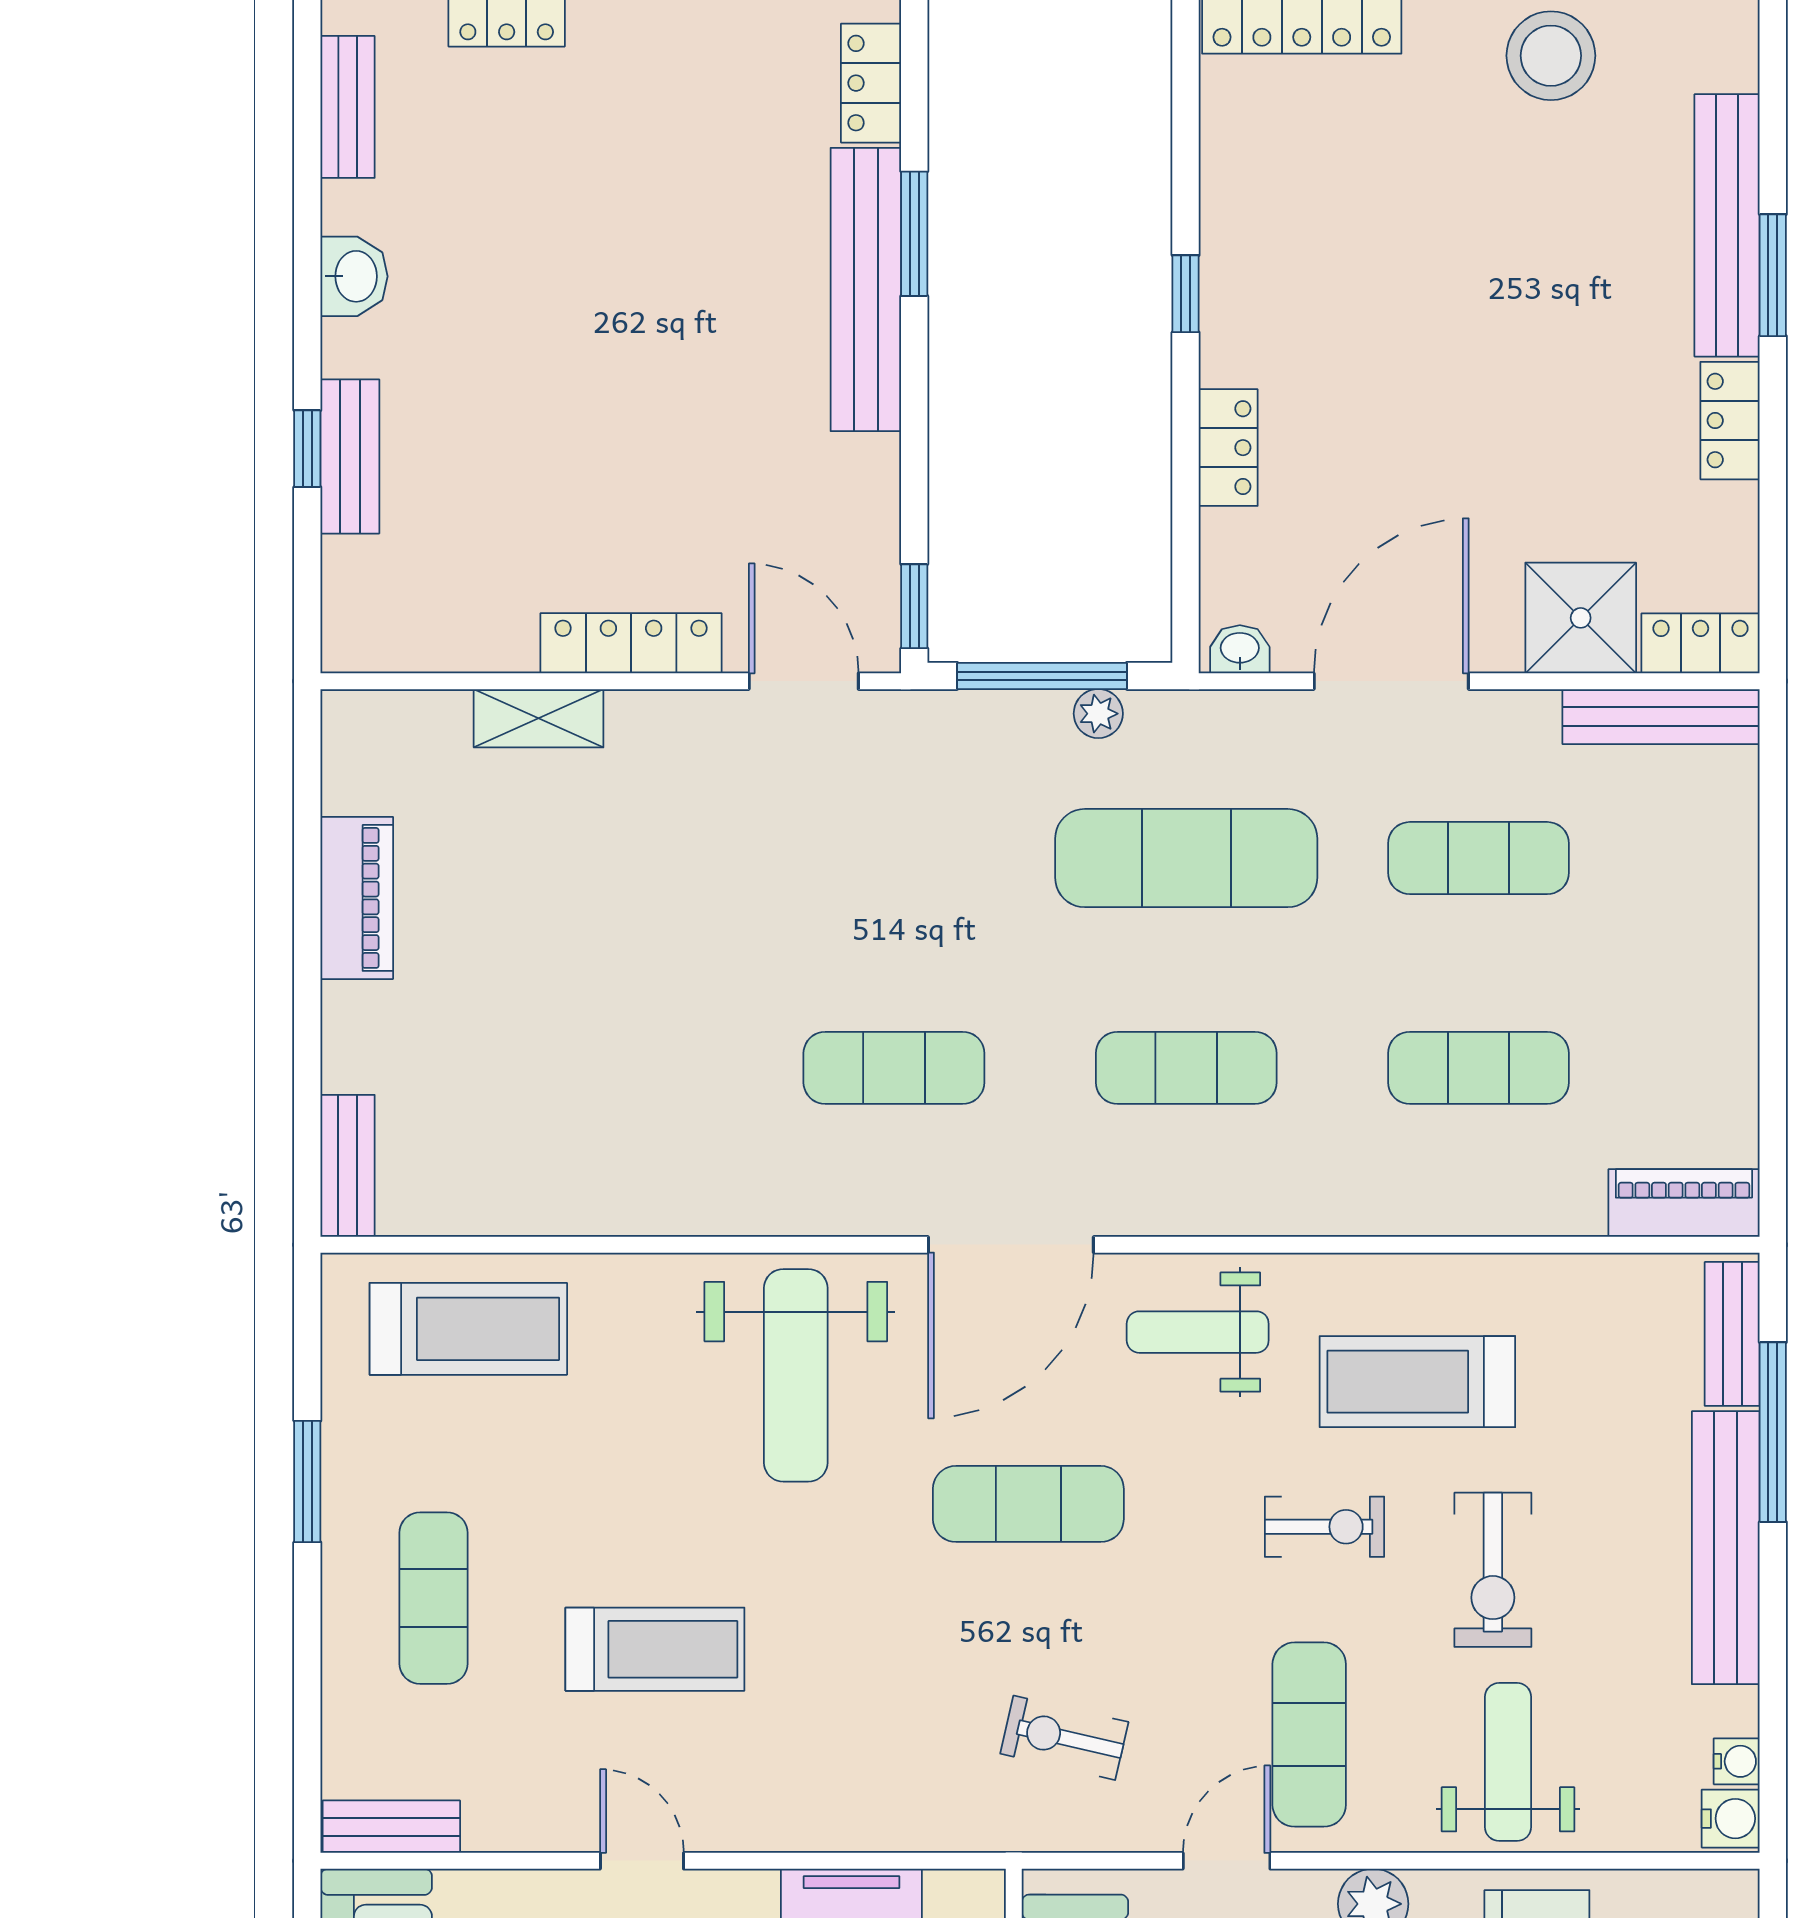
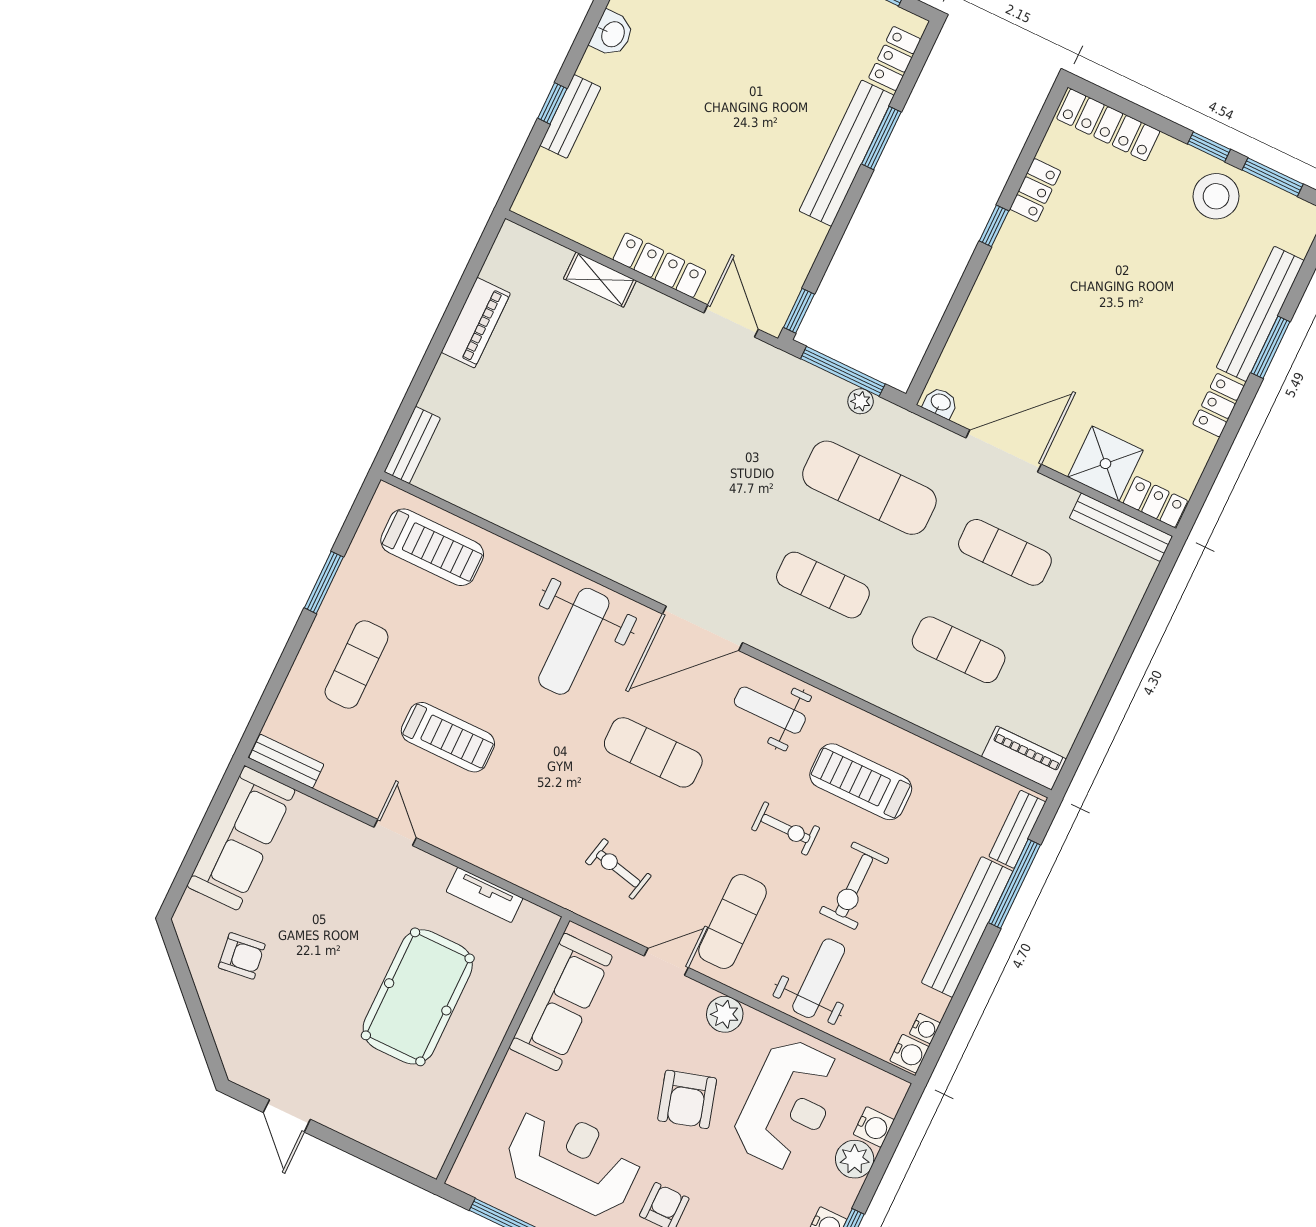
locker: (1228, 448) -> (1035, 190), moved
exercise mat: (894, 1068) -> (687, 520), removed

